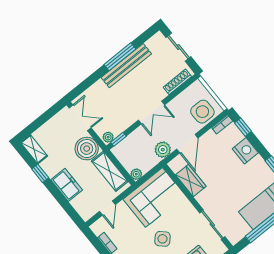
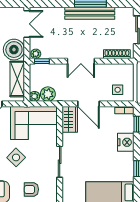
side table: (202, 112) -> (118, 90), width x0.54, depth x0.54
door: (187, 144) -> (88, 104), hinge flipped
plant: (163, 150) -> (48, 94), moved
wardrobe: (191, 181) -> (70, 119), moved
sliding door: (212, 225) -> (60, 162), moved

